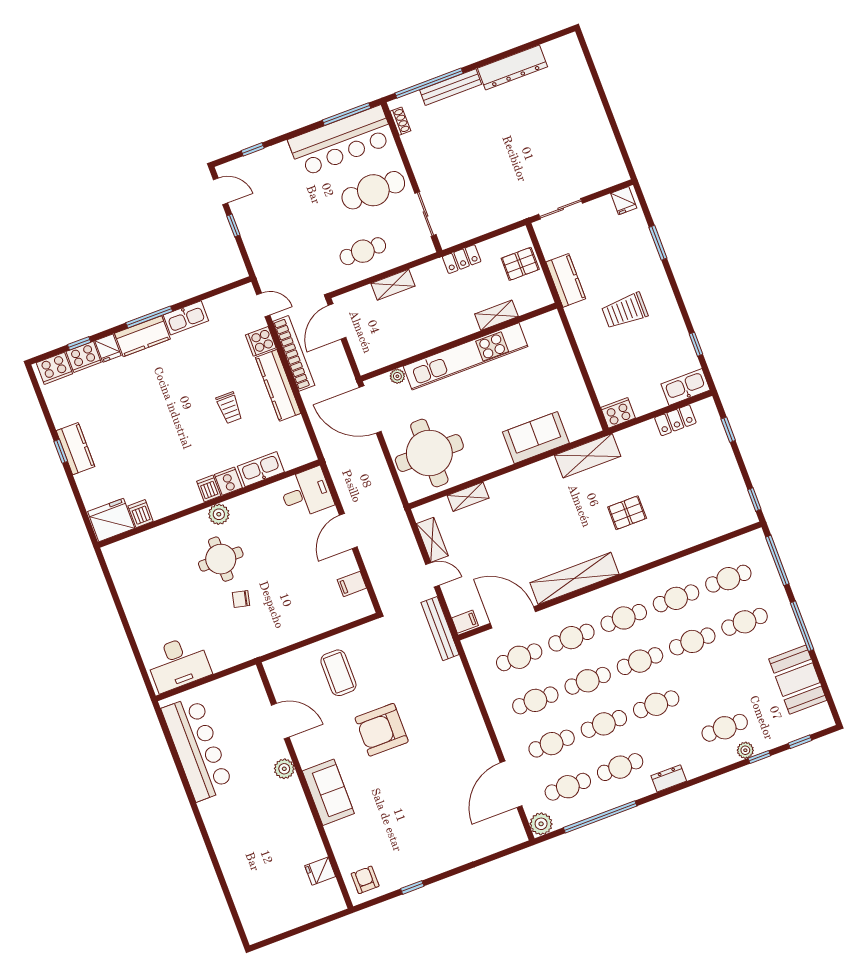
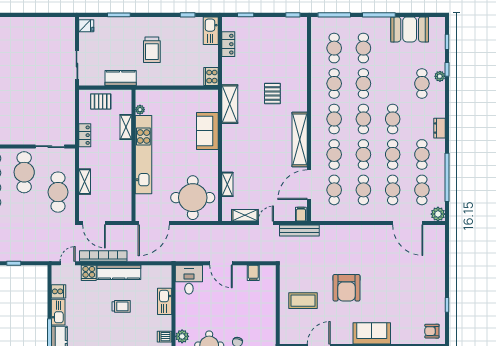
cafe table: (363, 251) -> (58, 192), width x1.37, depth x1.35
pallet: (520, 264) -> (101, 101), turned 90
plant: (397, 376) -> (140, 110), moved
cooker: (228, 481) -> (58, 291), moved, turned 180

